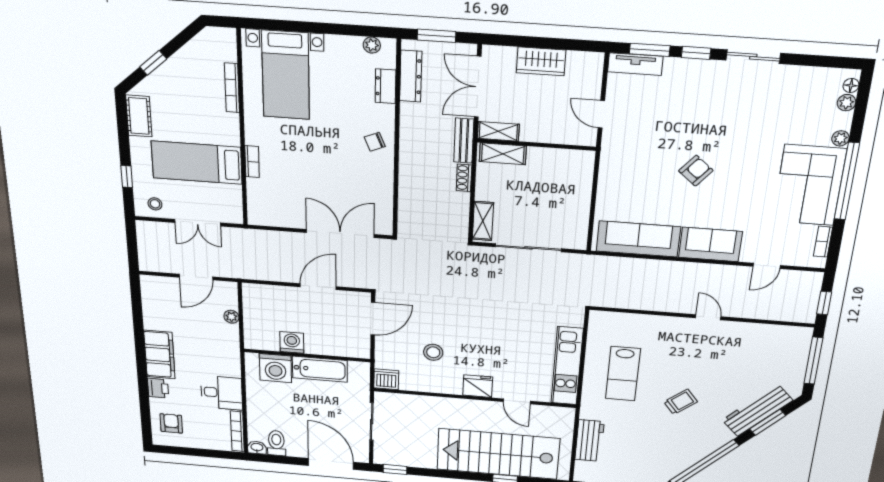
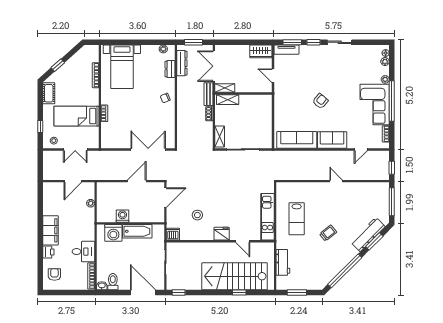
wardrobe: (541, 61) -> (261, 51), moved

